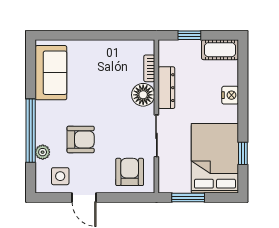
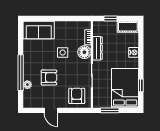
sofa: (51, 73) -> (39, 30), moved, turned 90
side table: (60, 176) -> (63, 53), moved

